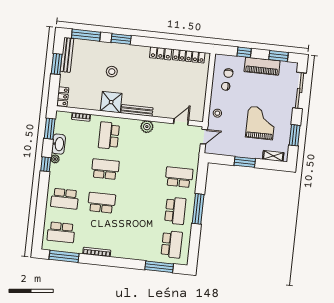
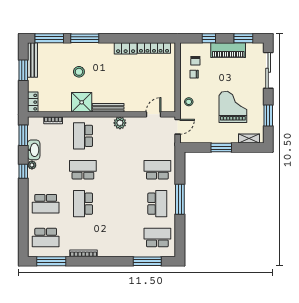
window: (121, 39) -> (85, 38), width x1.44
school desk: (102, 203) -> (83, 204), turned -90
school desk: (172, 244) -> (157, 238), turned -90

